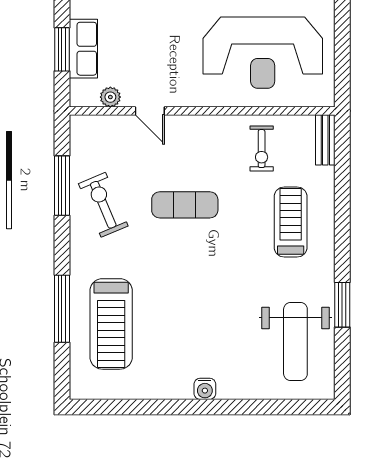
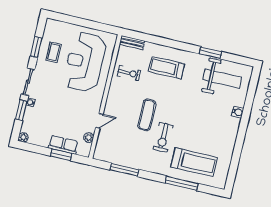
reception desk: (263, 53) -> (85, 62), turned 180
exercise bike: (103, 205) -> (163, 137), moved, turned -67
water cooler: (205, 389) -> (238, 112), moved

